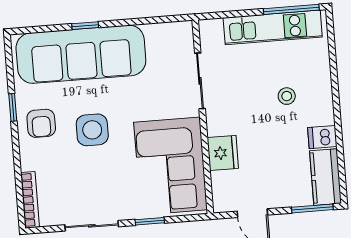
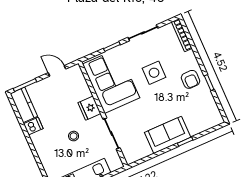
sofa: (81, 54) -> (168, 135), width x0.54, depth x0.79
stool: (287, 96) -> (74, 136), moved
armchair: (41, 123) -> (190, 79), turned 180
side table: (92, 130) -> (154, 73), moved
fridge: (223, 153) -> (89, 108), moved

